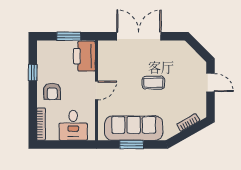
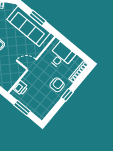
printer: (84, 56) -> (21, 88), width x0.53, depth x0.68
window: (33, 72) -> (67, 95), moved

